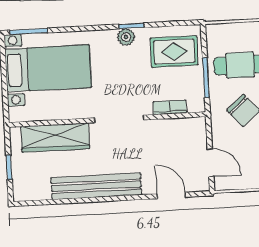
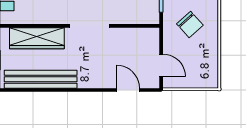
bookcase: (170, 107) -> (131, 19), removed
bench: (96, 186) -> (41, 79), moved

